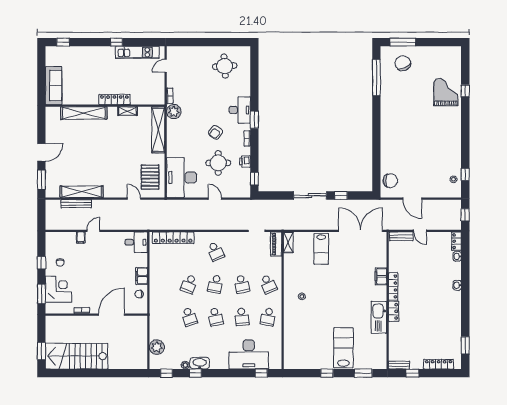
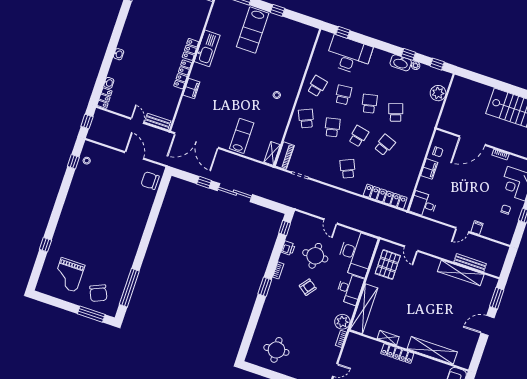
grand piano: (446, 92) -> (69, 275), moved
desk: (240, 110) -> (350, 289), moved, turned 180

